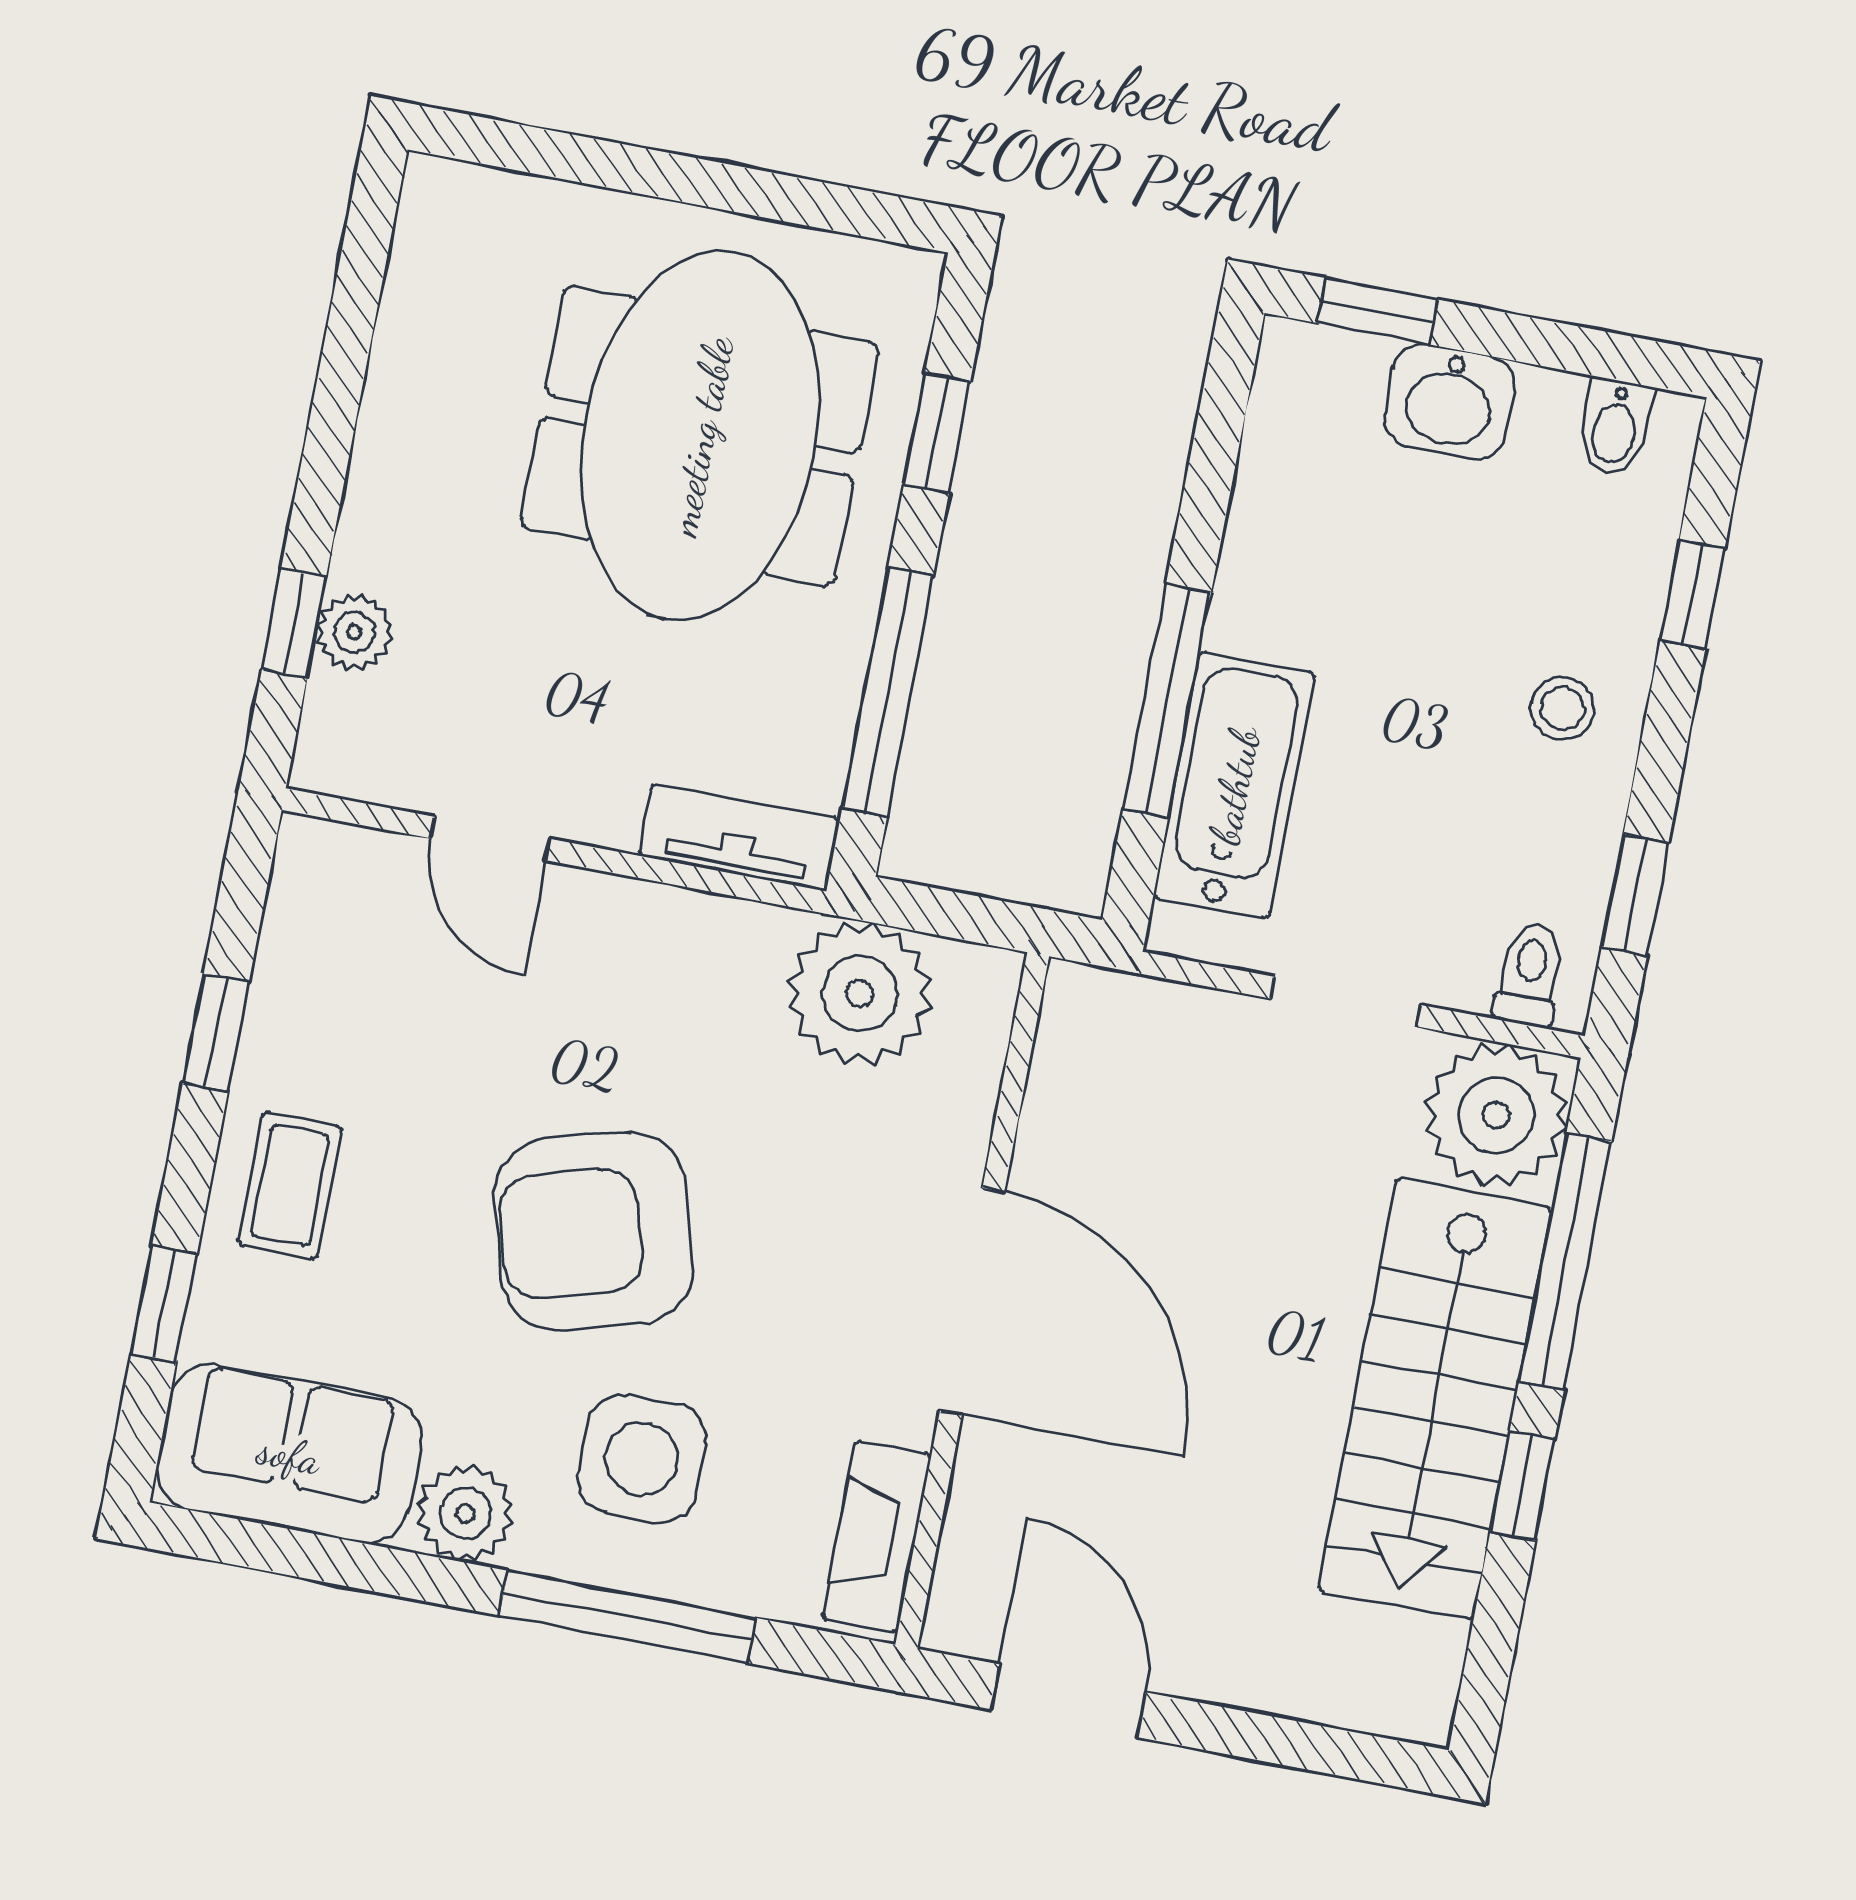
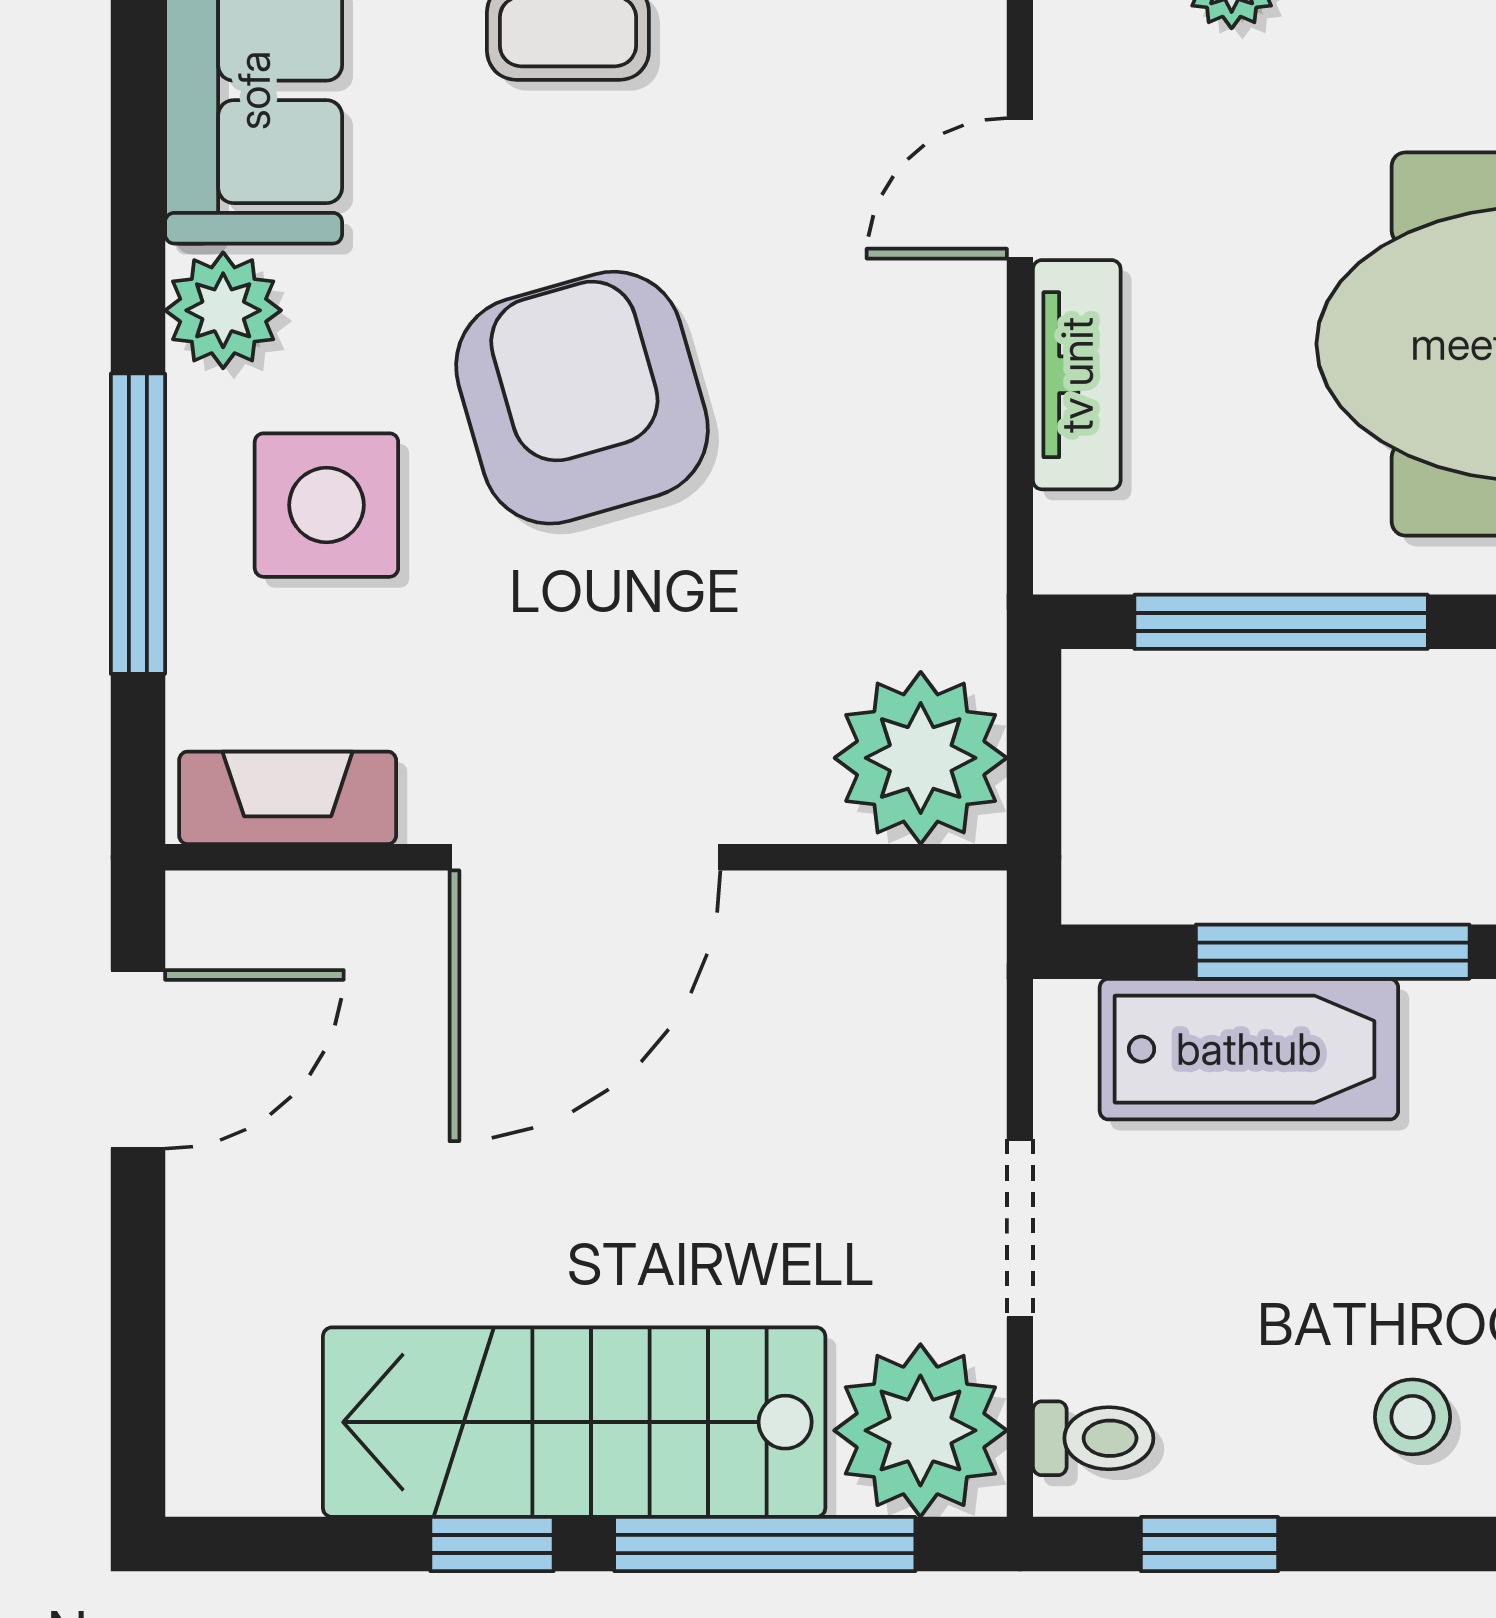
tv unit: (739, 838) -> (1077, 375), moved
plant: (859, 994) -> (921, 758), moved

